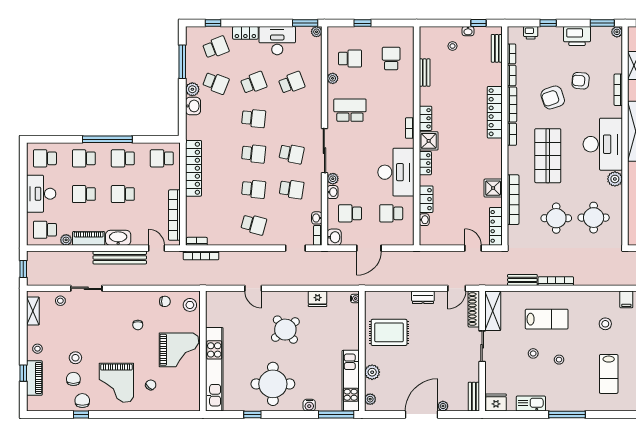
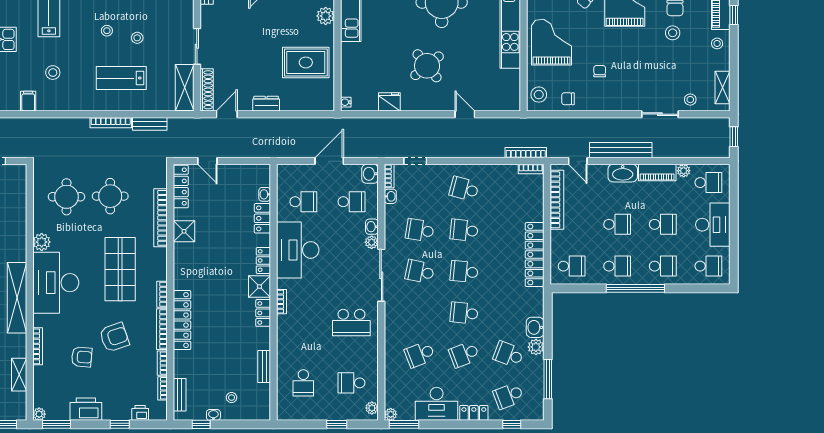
plant: (333, 78) -> (372, 408), moved
grand piano: (179, 350) -> (552, 42), turned 90

